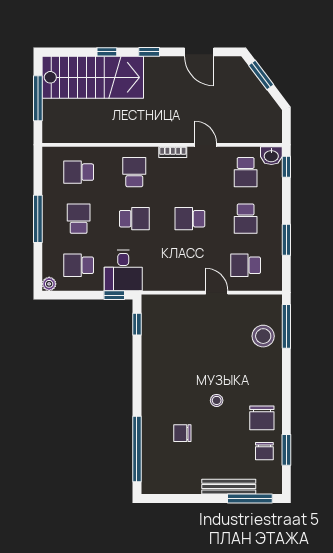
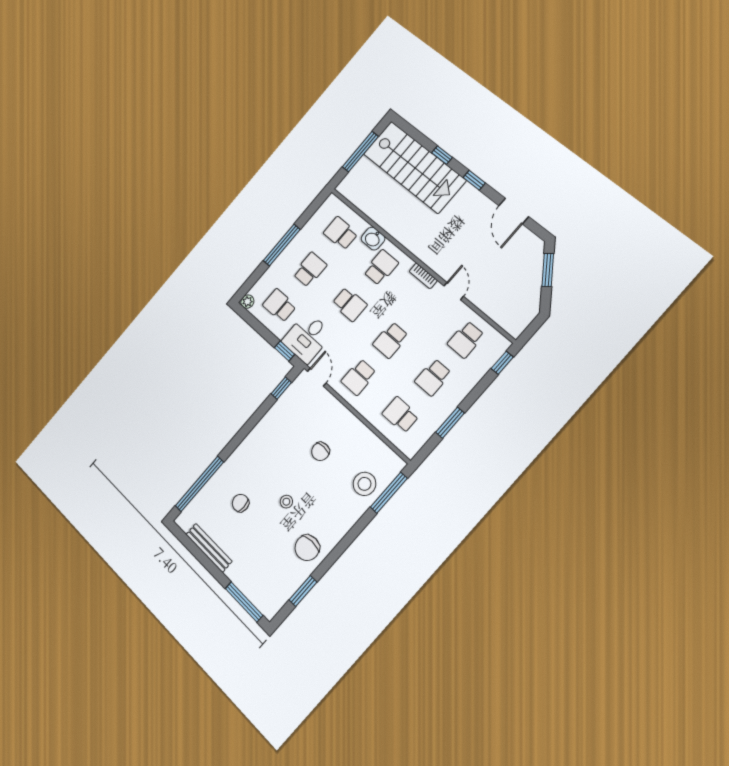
washbasin: (271, 156) -> (373, 239), moved
school desk: (190, 219) -> (390, 340), turned -90
school desk: (190, 265) -> (359, 377), added
door: (217, 293) -> (317, 377), moved
chair: (264, 451) -> (320, 451), moved
bench: (229, 487) -> (209, 548), moved

